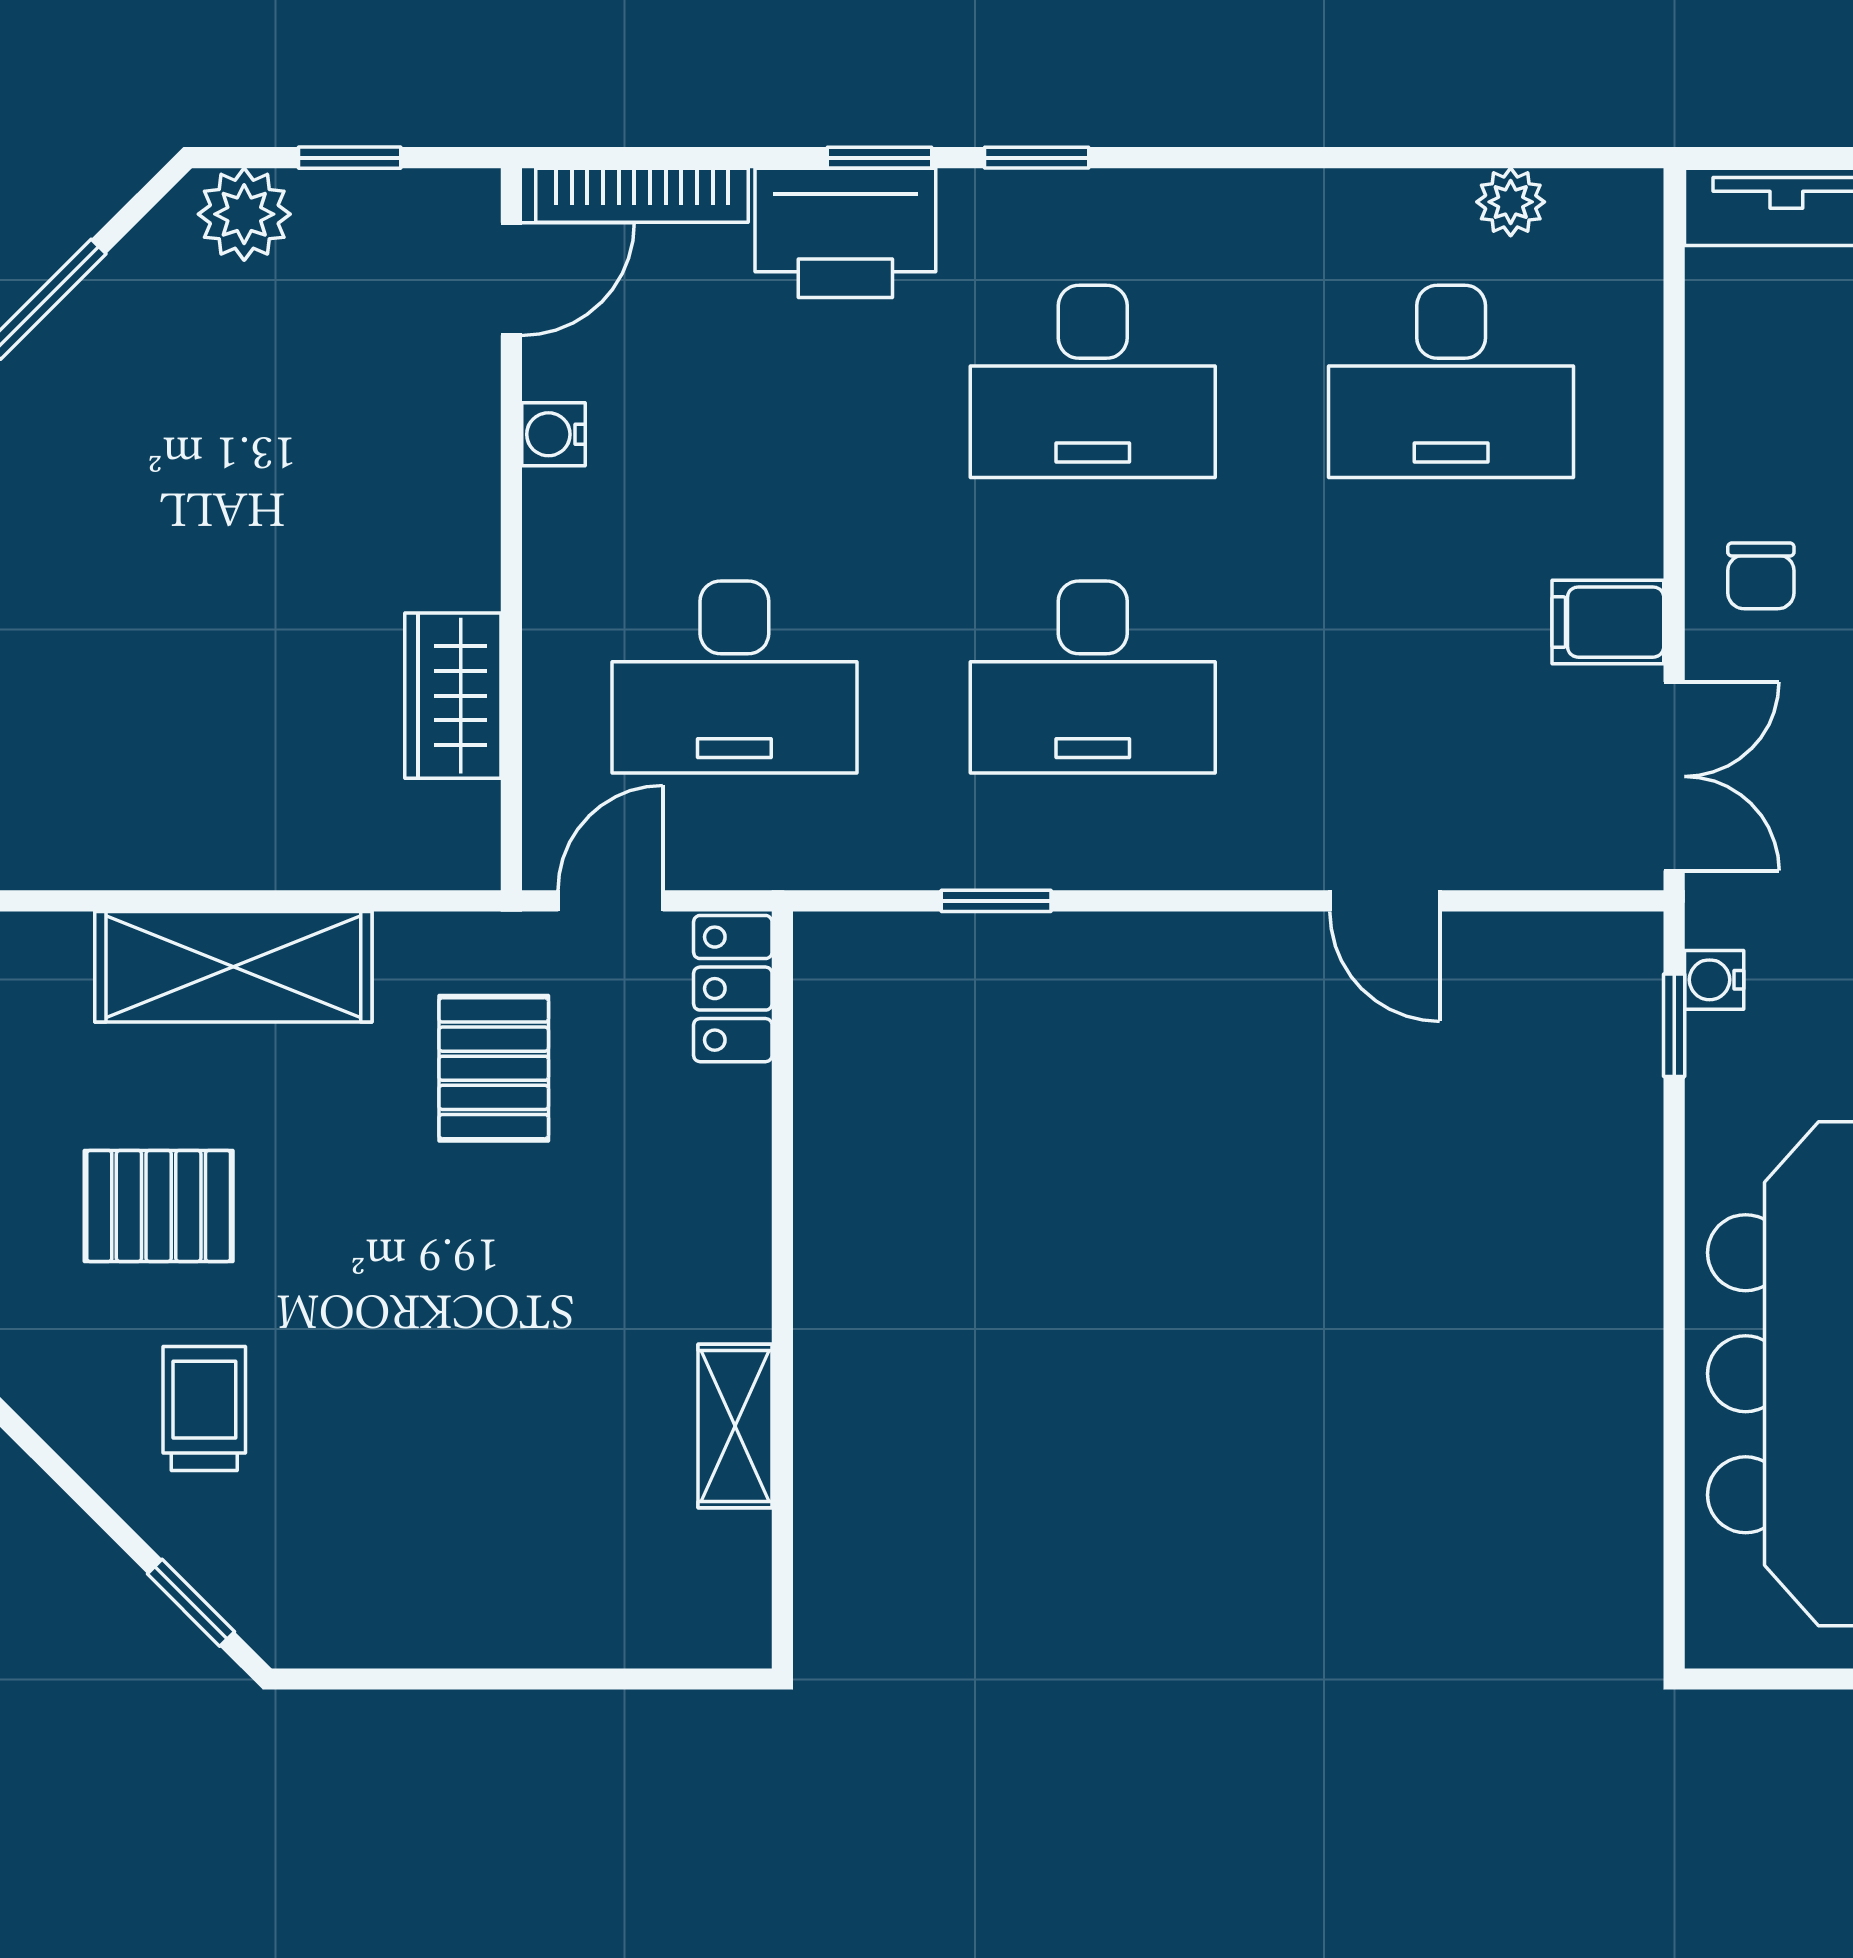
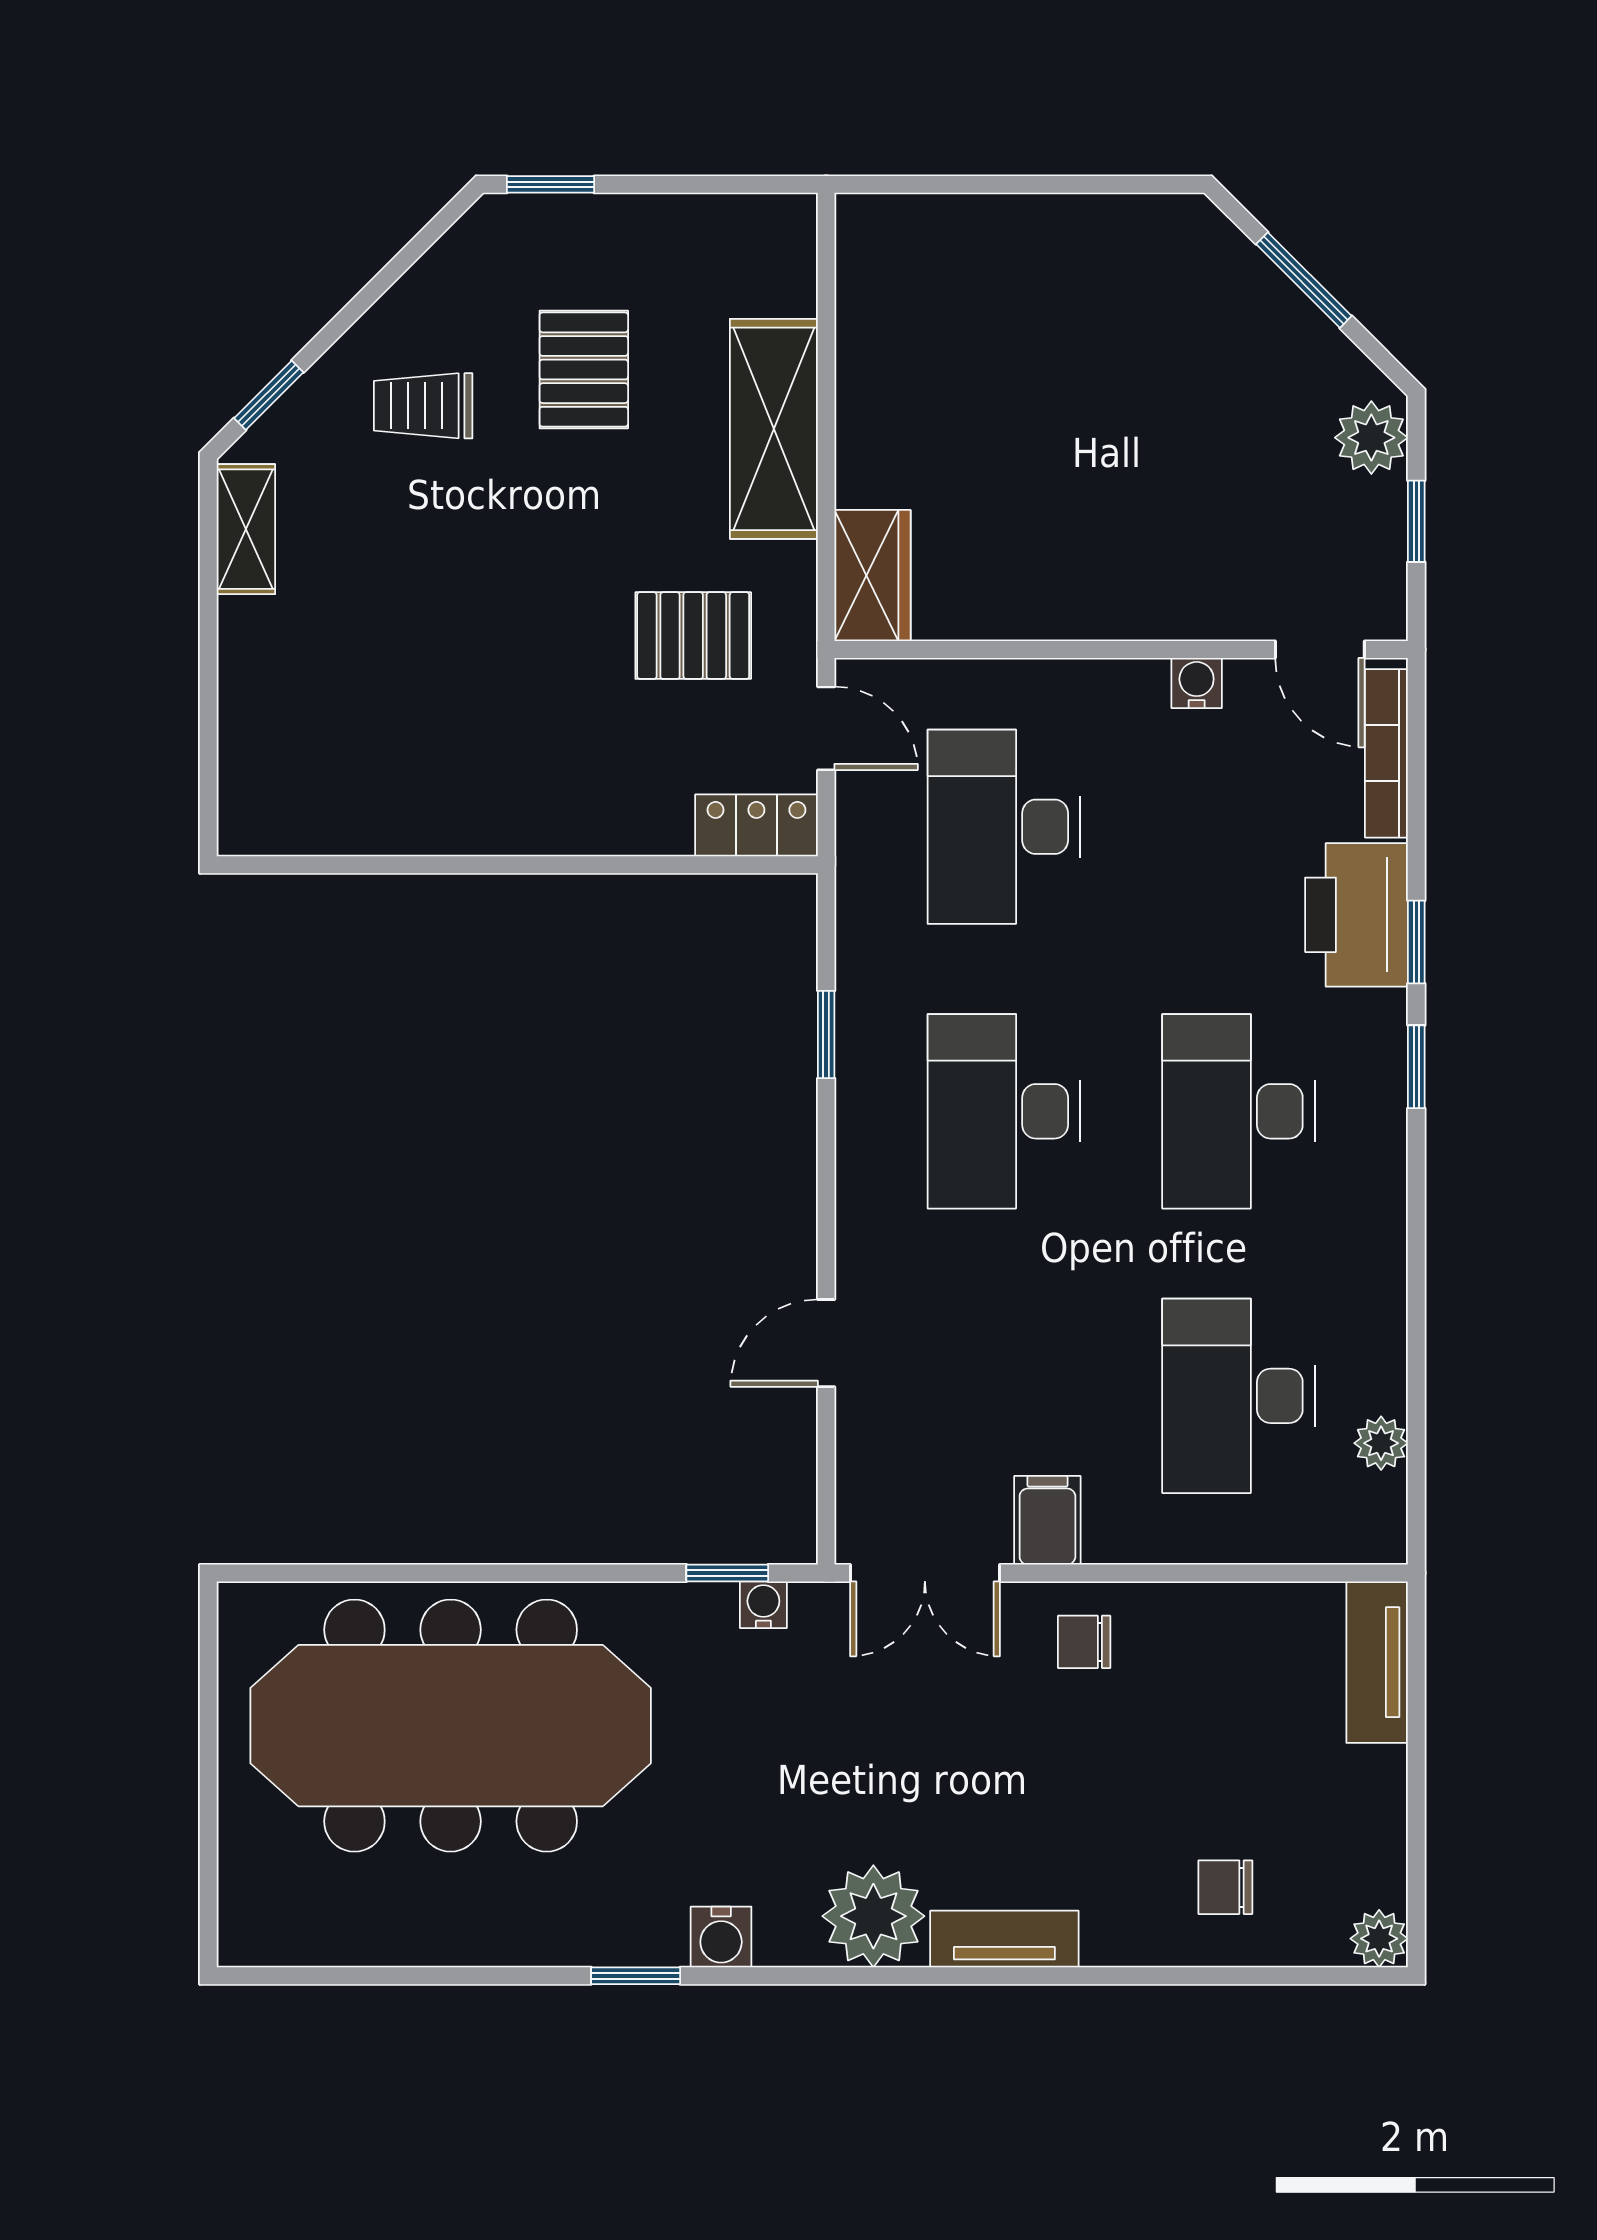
wardrobe: (453, 696) -> (873, 576), moved, turned 90
trolley: (204, 1408) -> (423, 406), turned 180
shelving: (735, 1426) -> (246, 529), moved, turned 90

